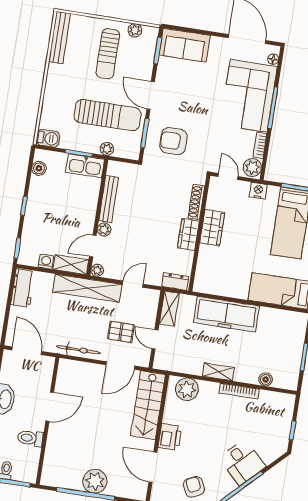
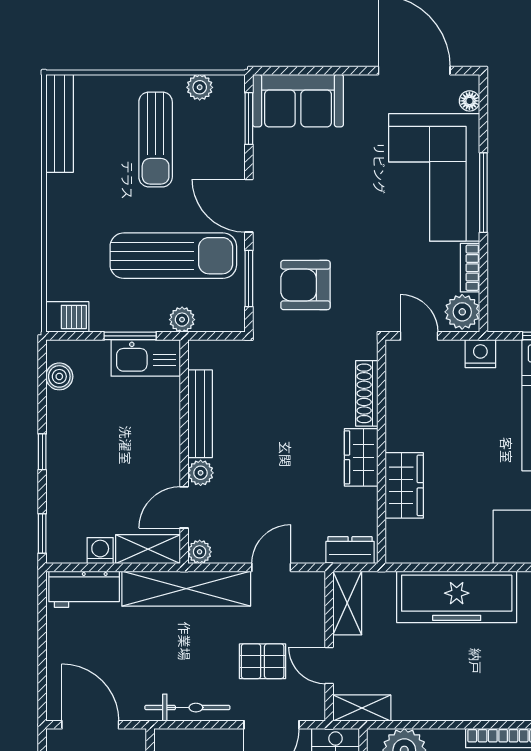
wardrobe: (212, 228) -> (404, 485), moved
workbench: (23, 288) -> (84, 589), moved, turned 90
shelving: (218, 372) -> (362, 708), moved

